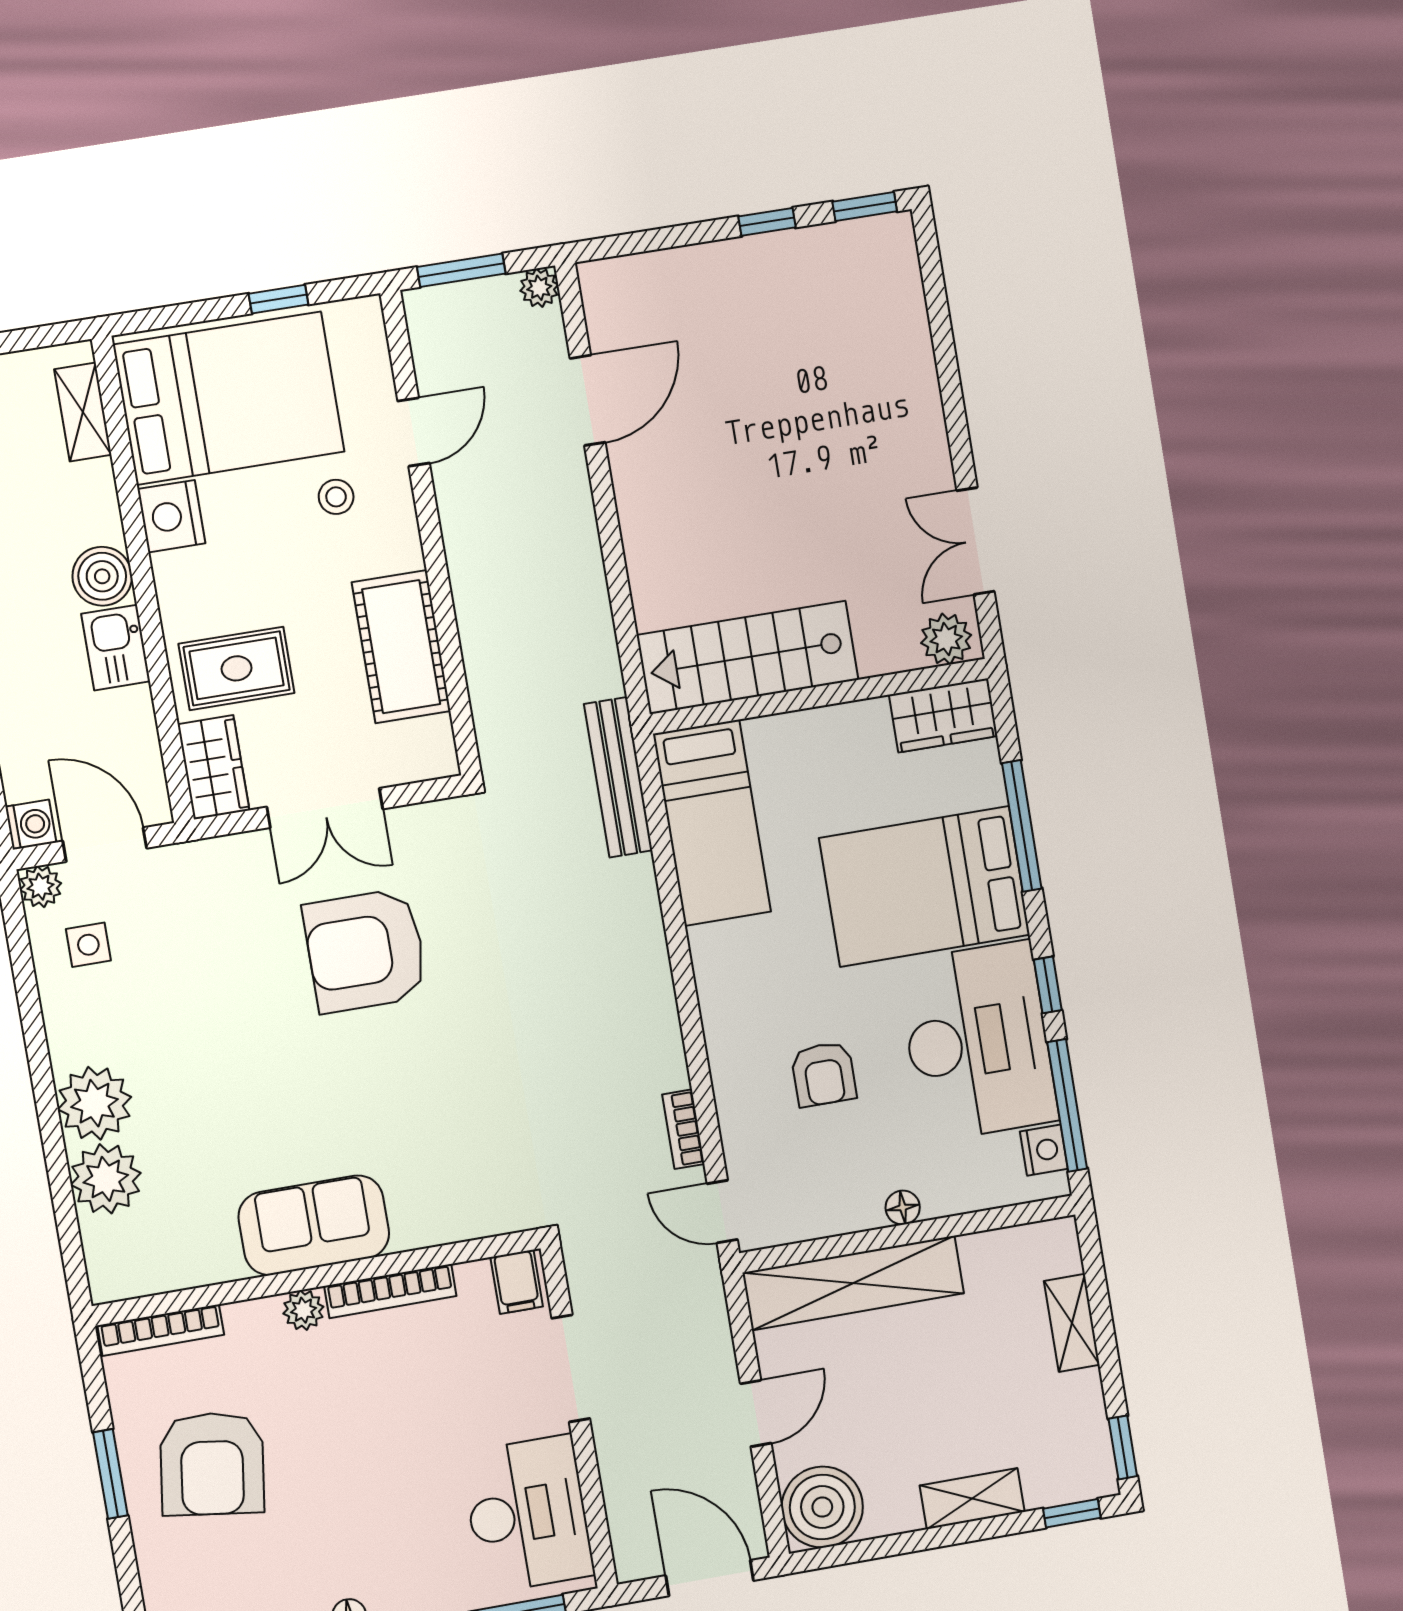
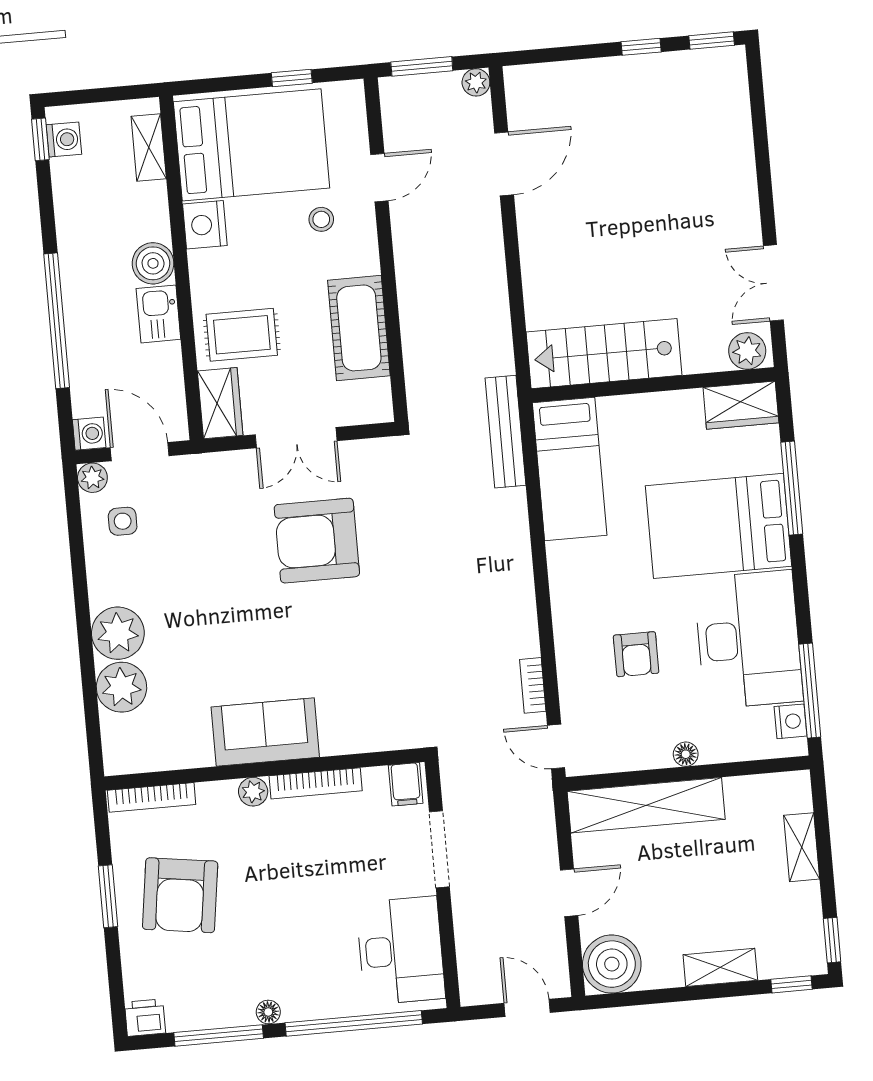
window: (1048, 985) -> (802, 603), removed
door: (710, 1578) -> (527, 1008), width x0.73

